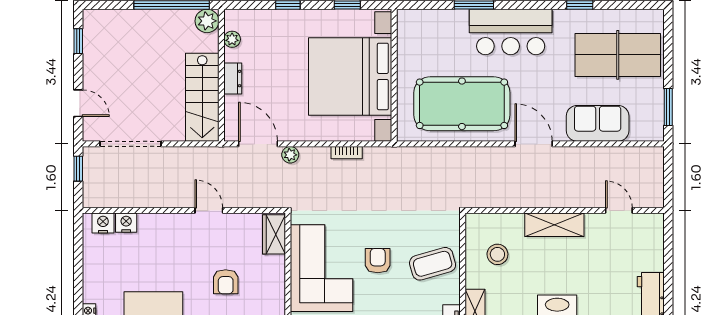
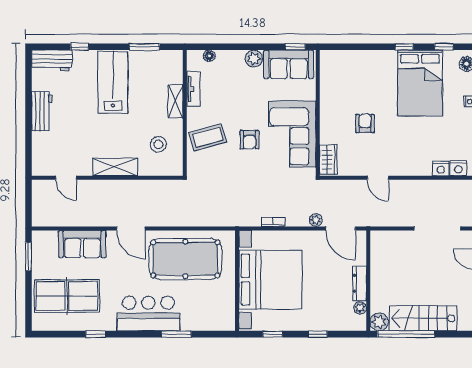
dresser: (233, 79) -> (360, 283), width x1.44
stairs: (202, 97) -> (423, 318), moved, turned -90

